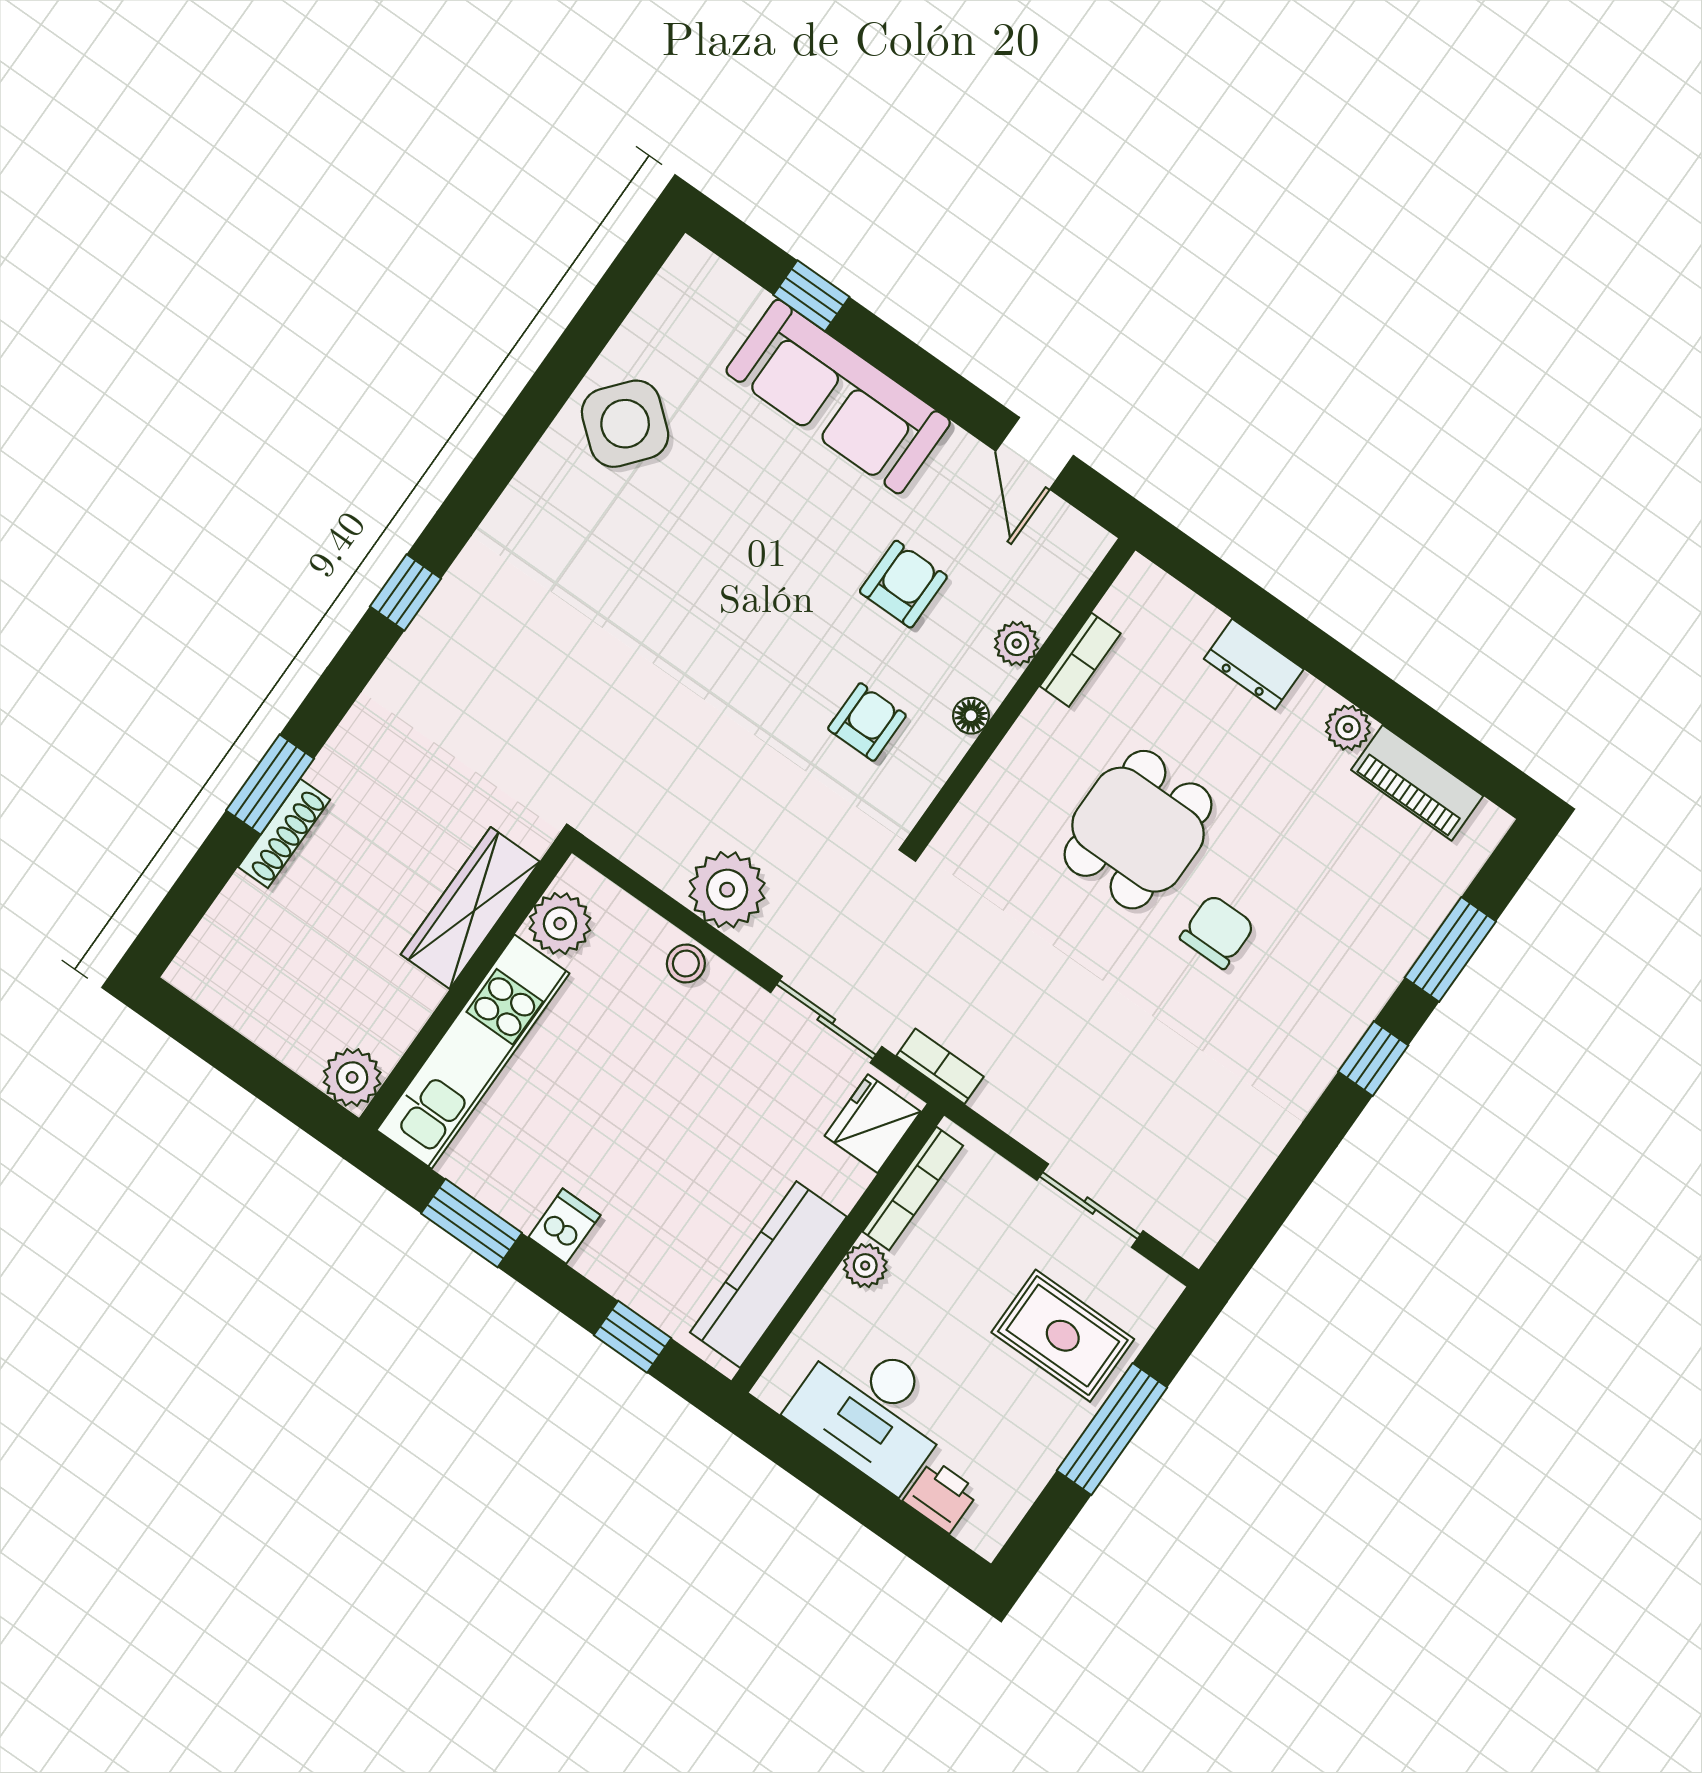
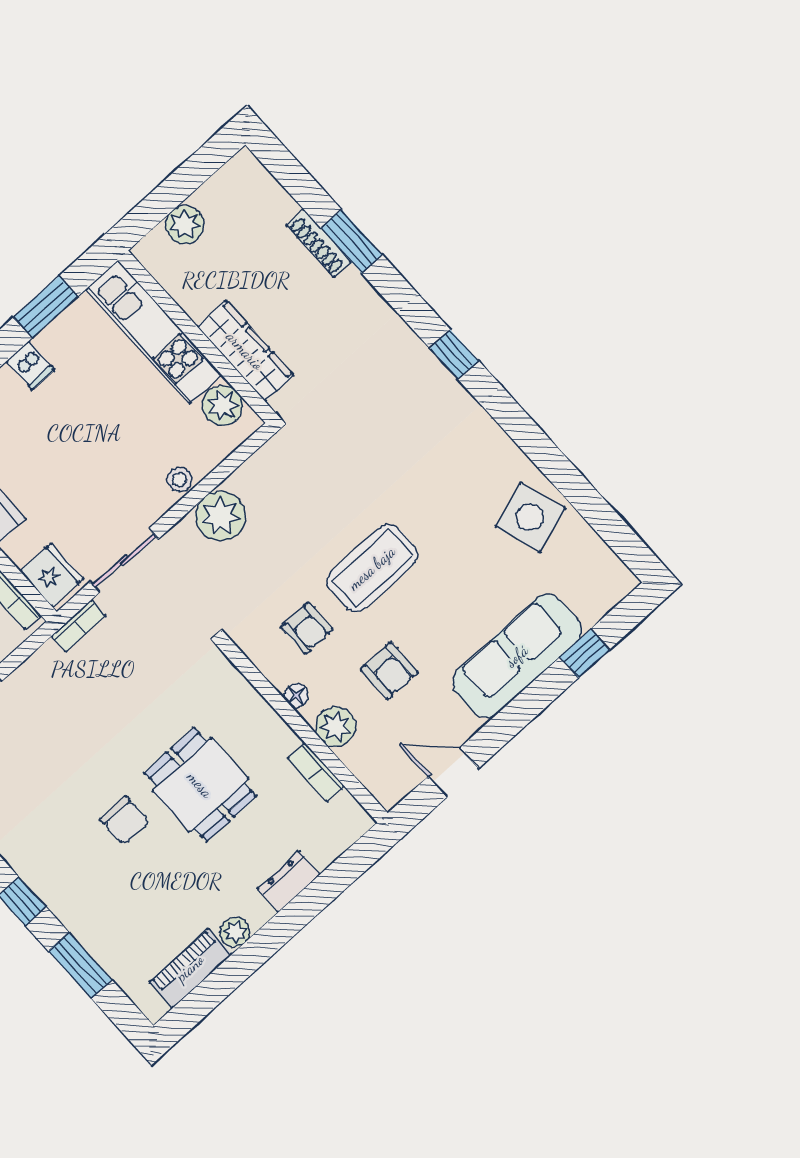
side table: (625, 424) -> (530, 517), turned 32
coffee table: (754, 644) -> (372, 568), added
plant: (1017, 644) -> (336, 727), width x1.38, depth x1.38
plant: (352, 1077) -> (185, 225), moved

